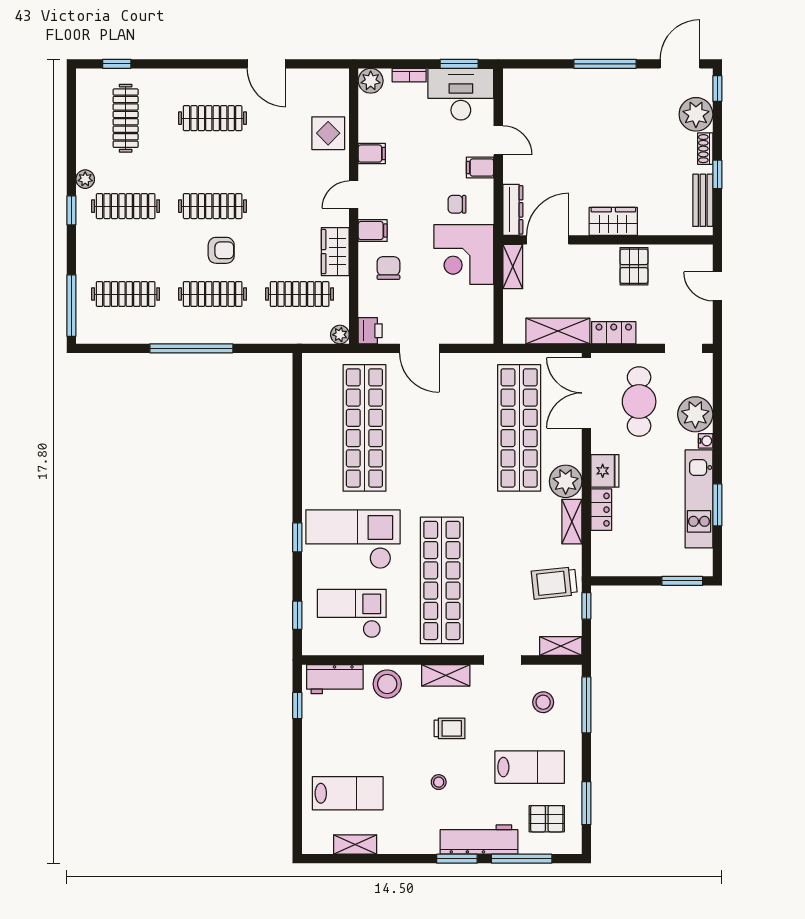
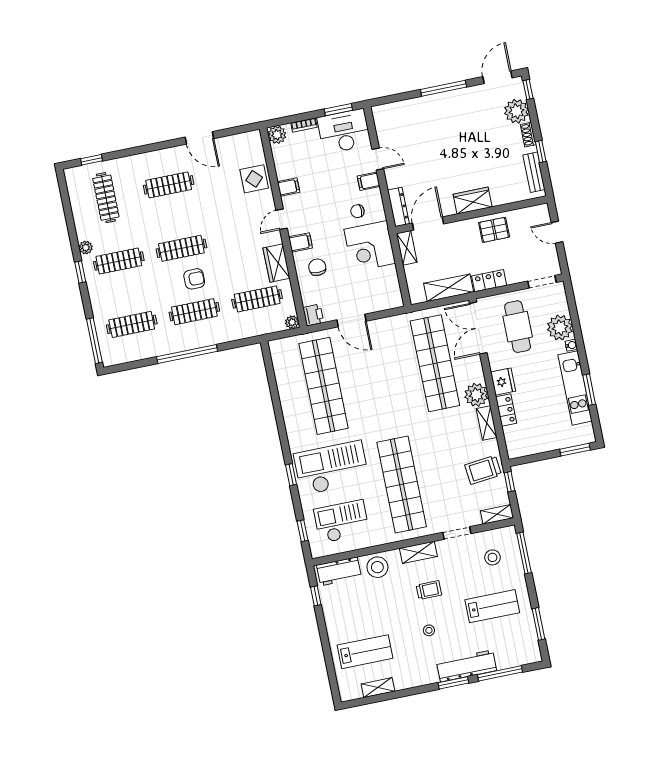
pallet: (634, 266) -> (494, 230), turned 90
pallet: (547, 819) -> (512, 641), removed

